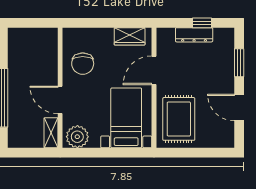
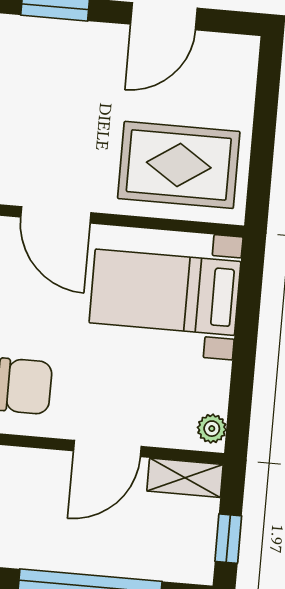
plant: (77, 137) -> (212, 429), width x0.53, depth x0.53
window: (28, 153) -> (228, 539), added

